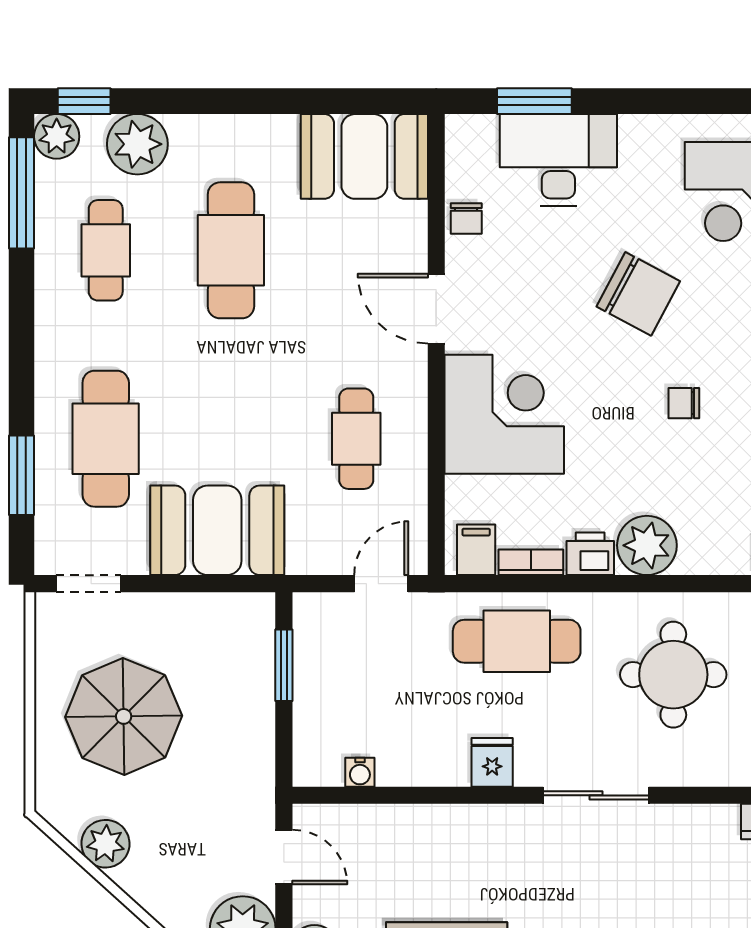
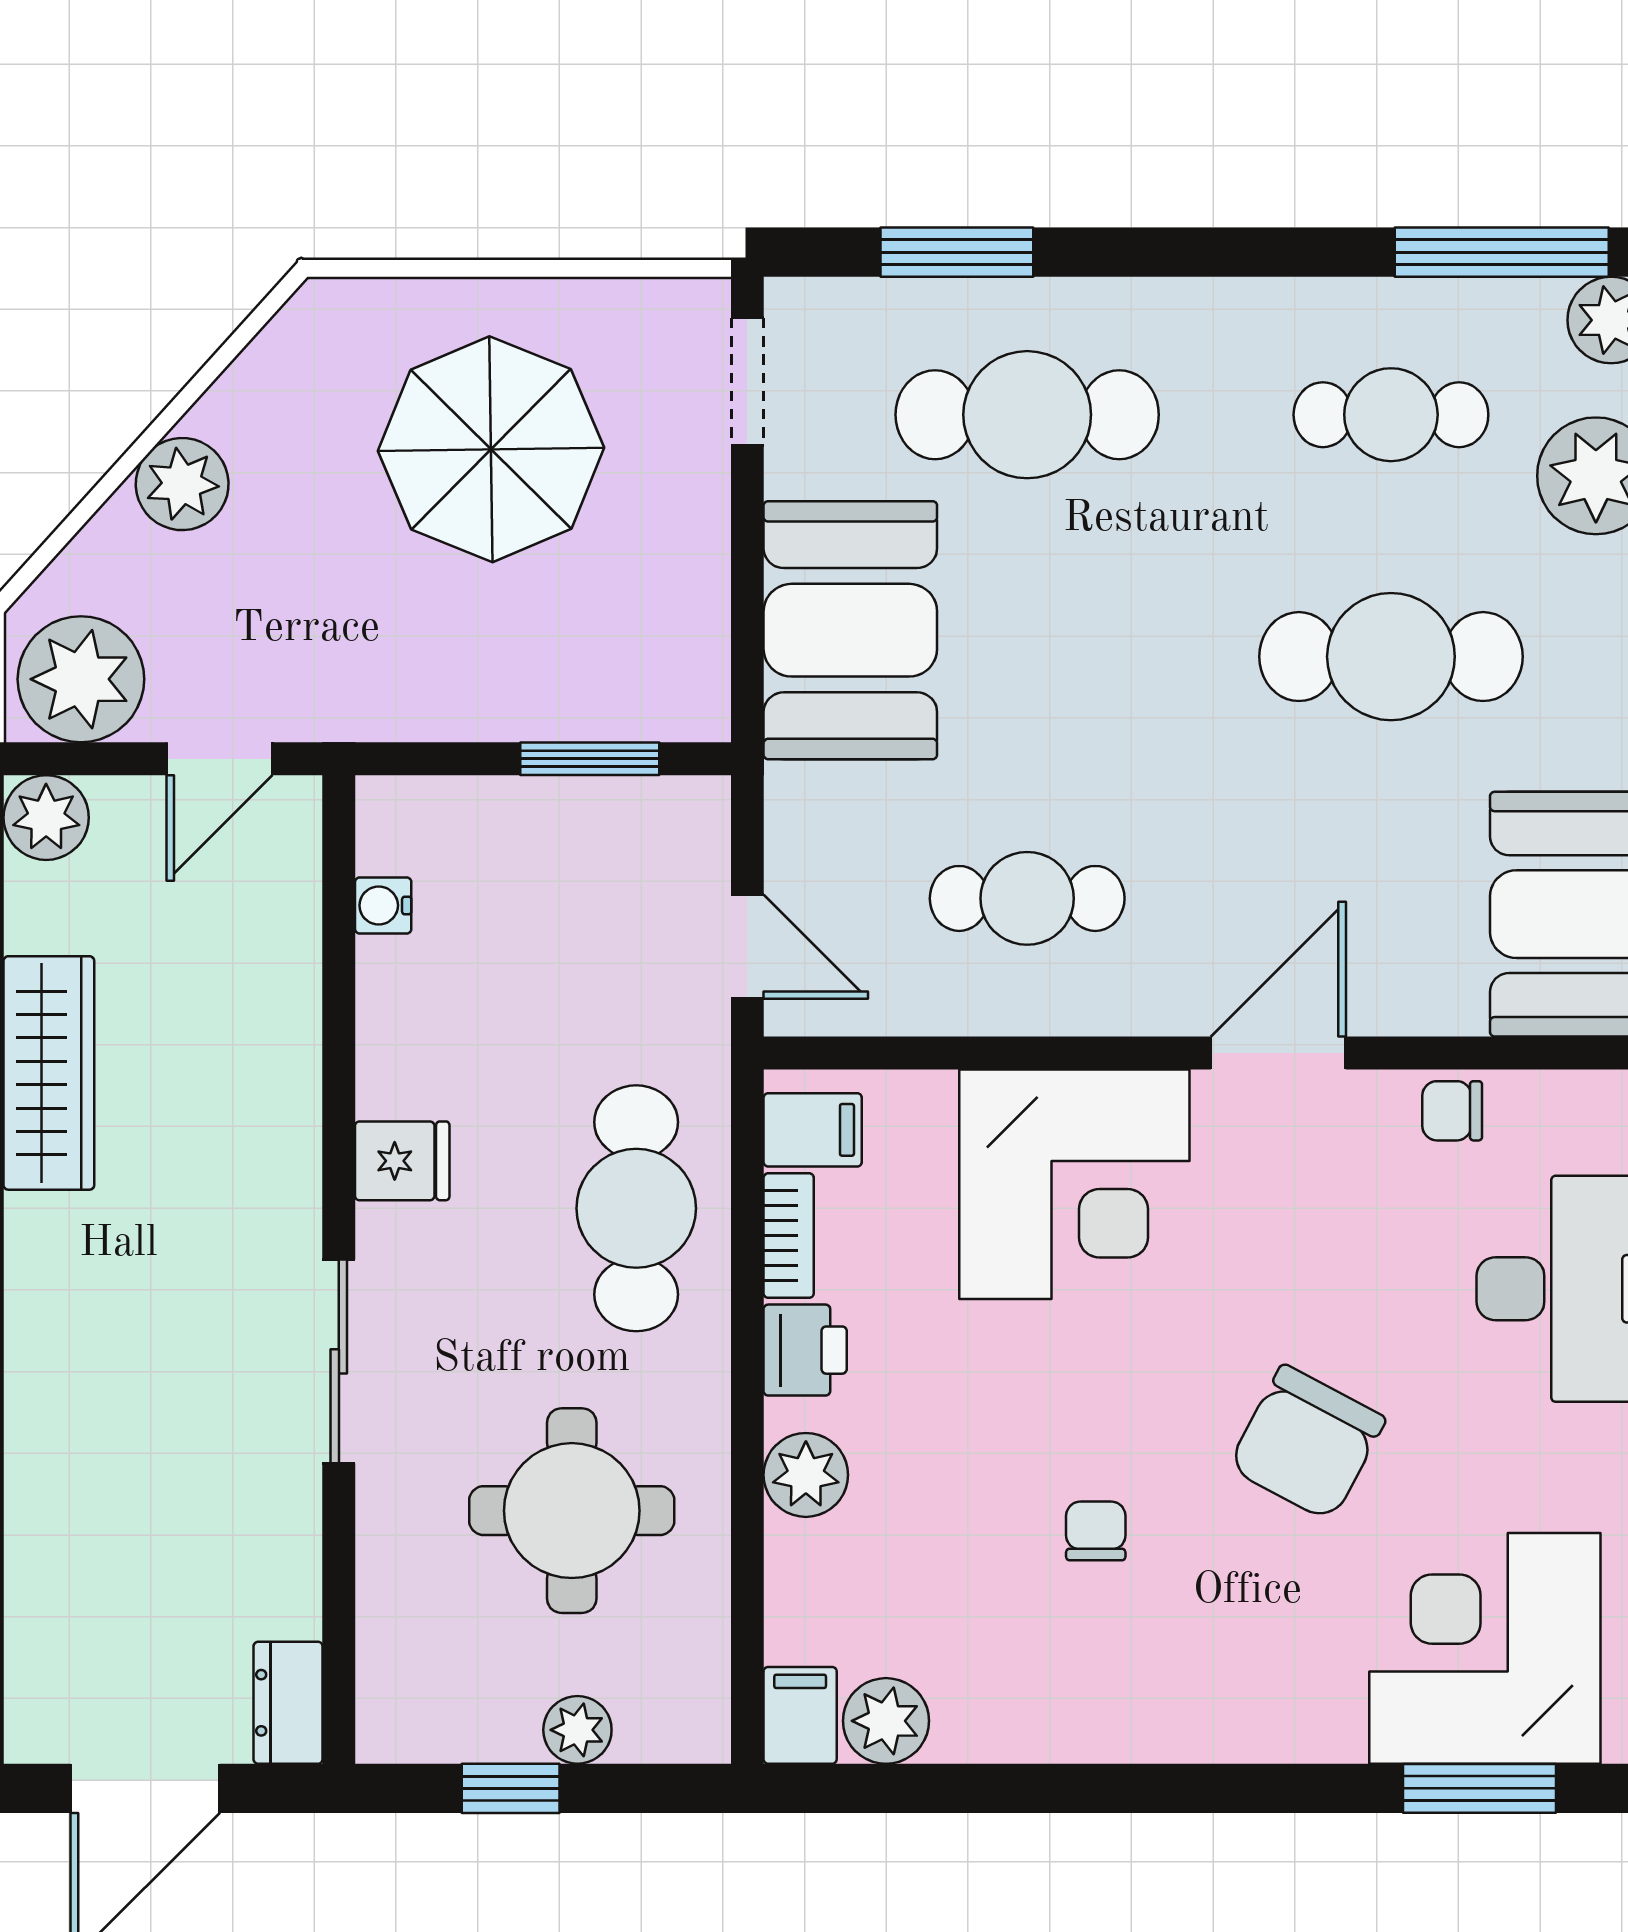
plant: (647, 545) -> (806, 1475), width x0.73, depth x0.73
plant: (105, 844) -> (182, 484), moved

